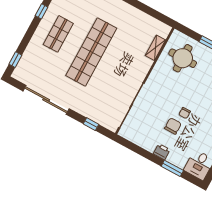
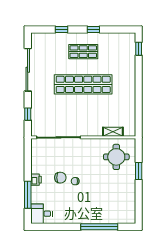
window: (15, 60) -> (61, 29), moved
window: (172, 168) -> (28, 195), width x1.44

